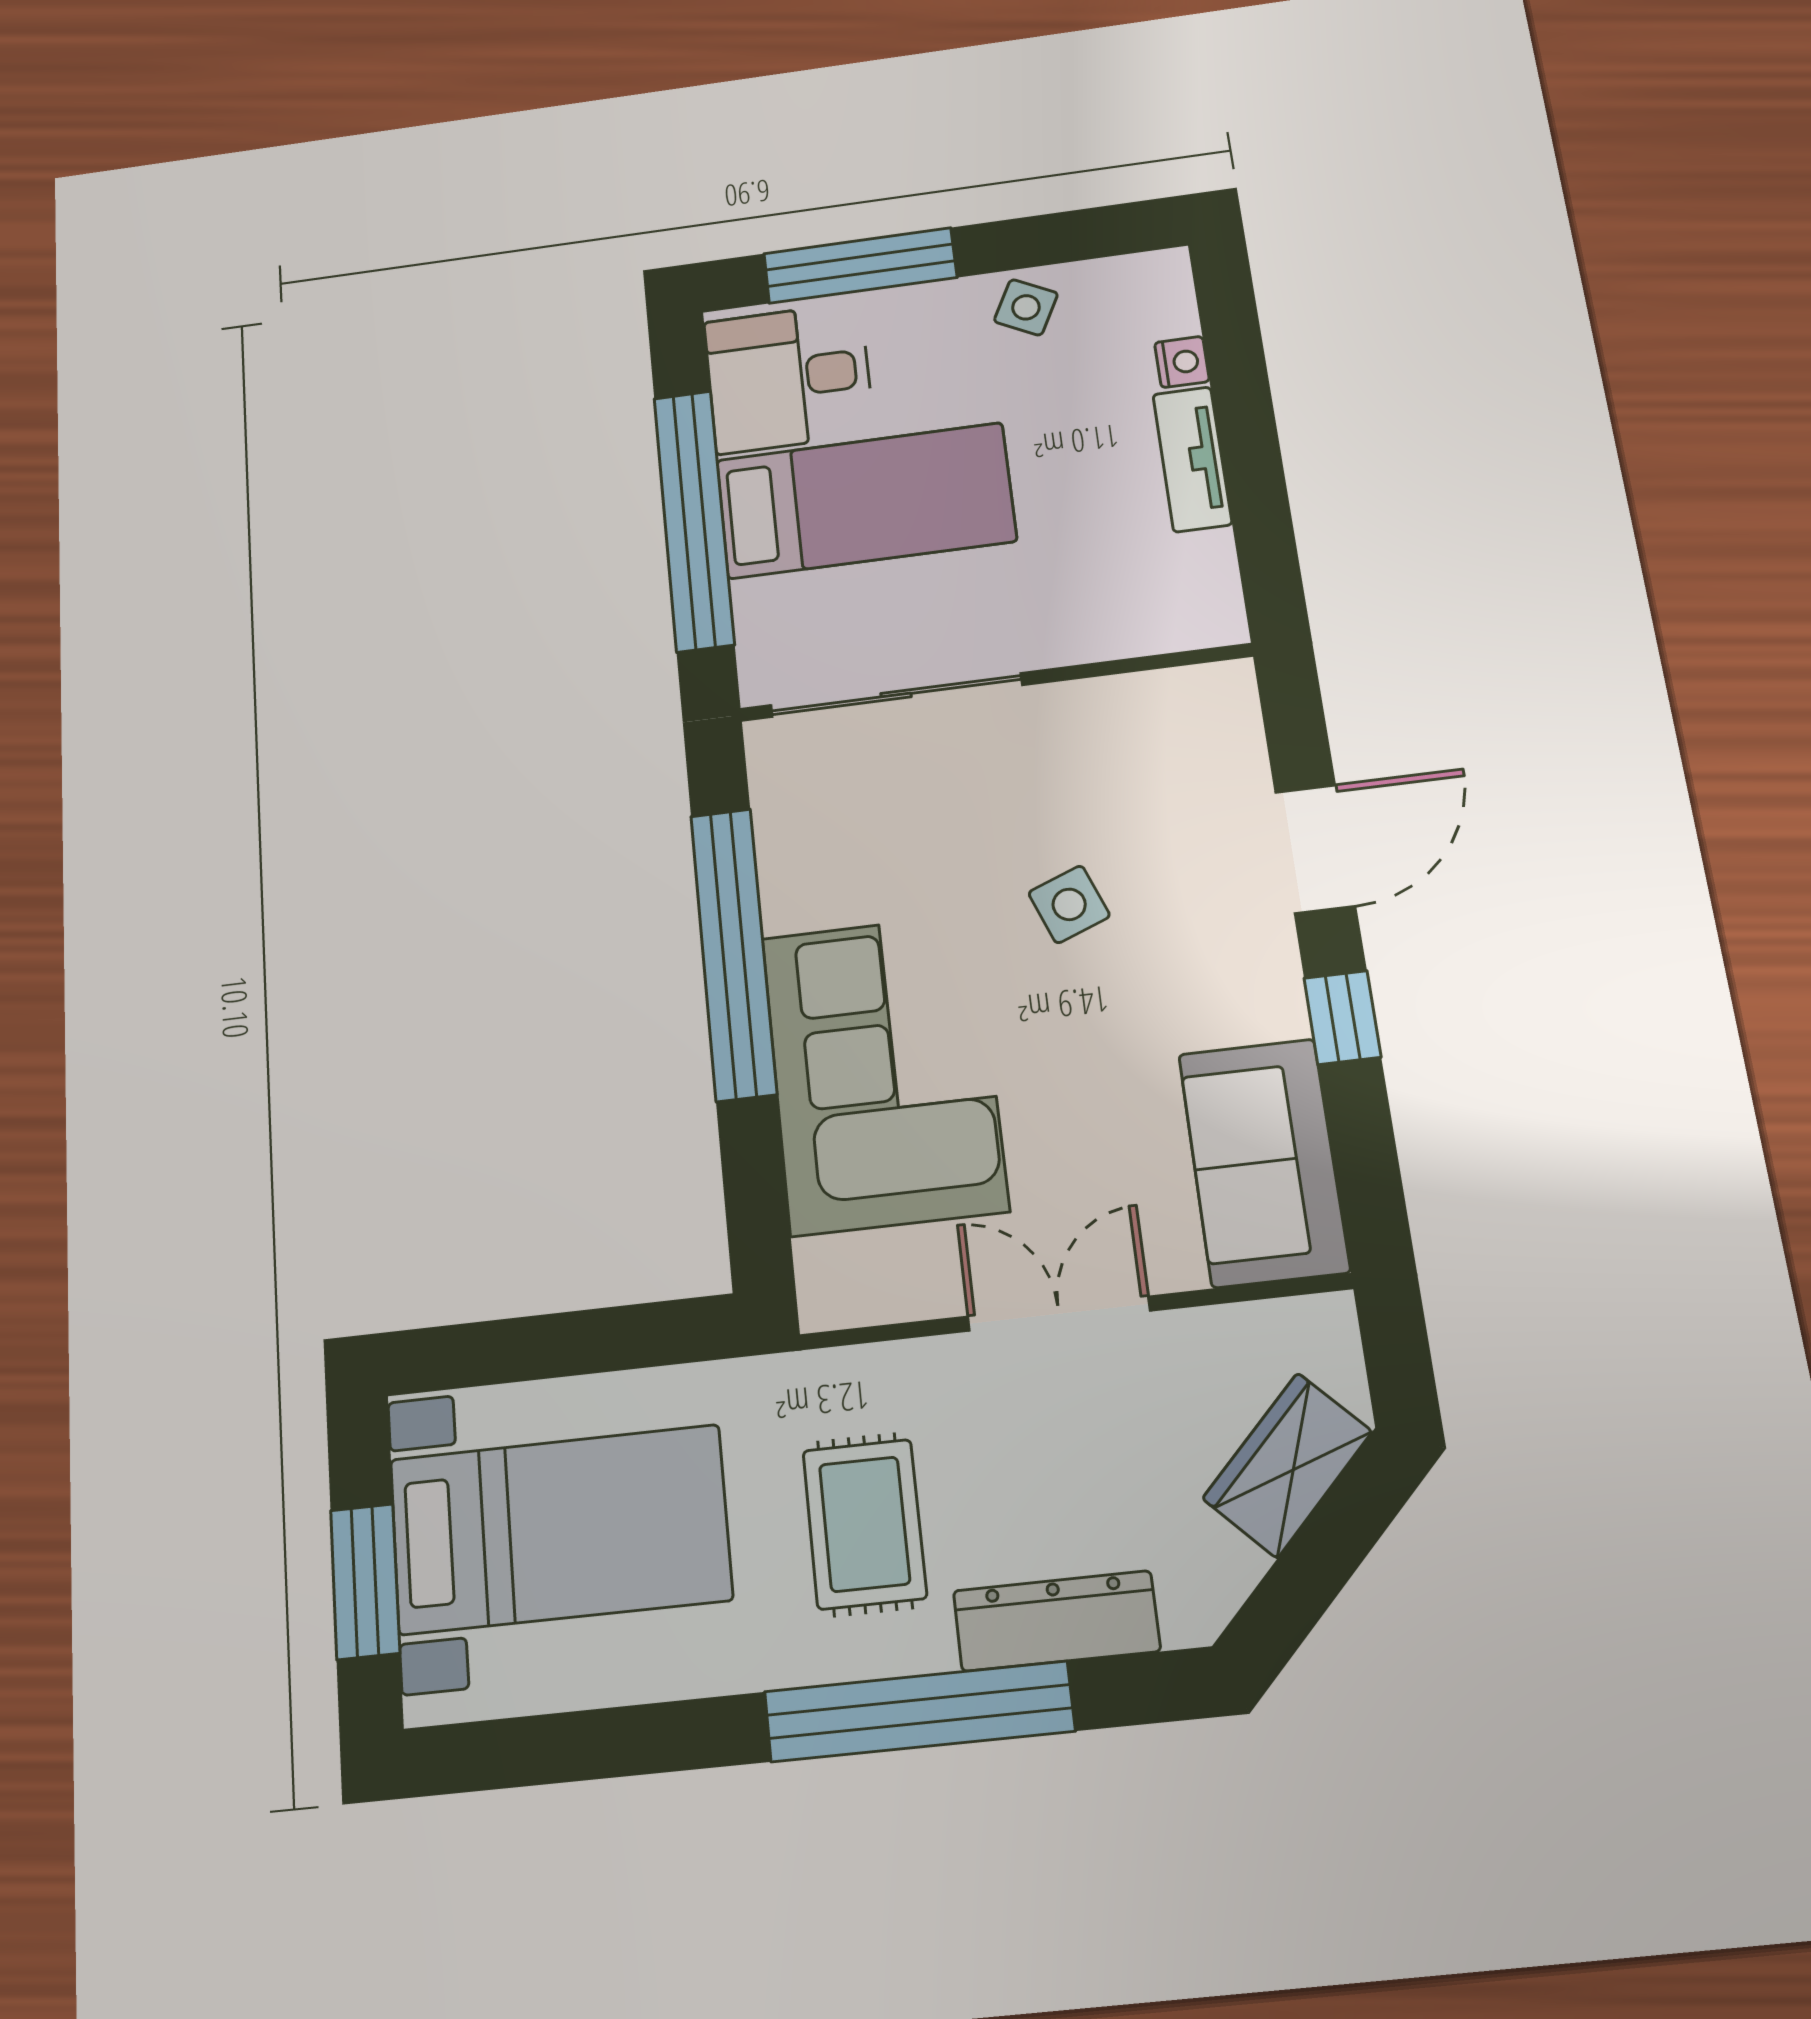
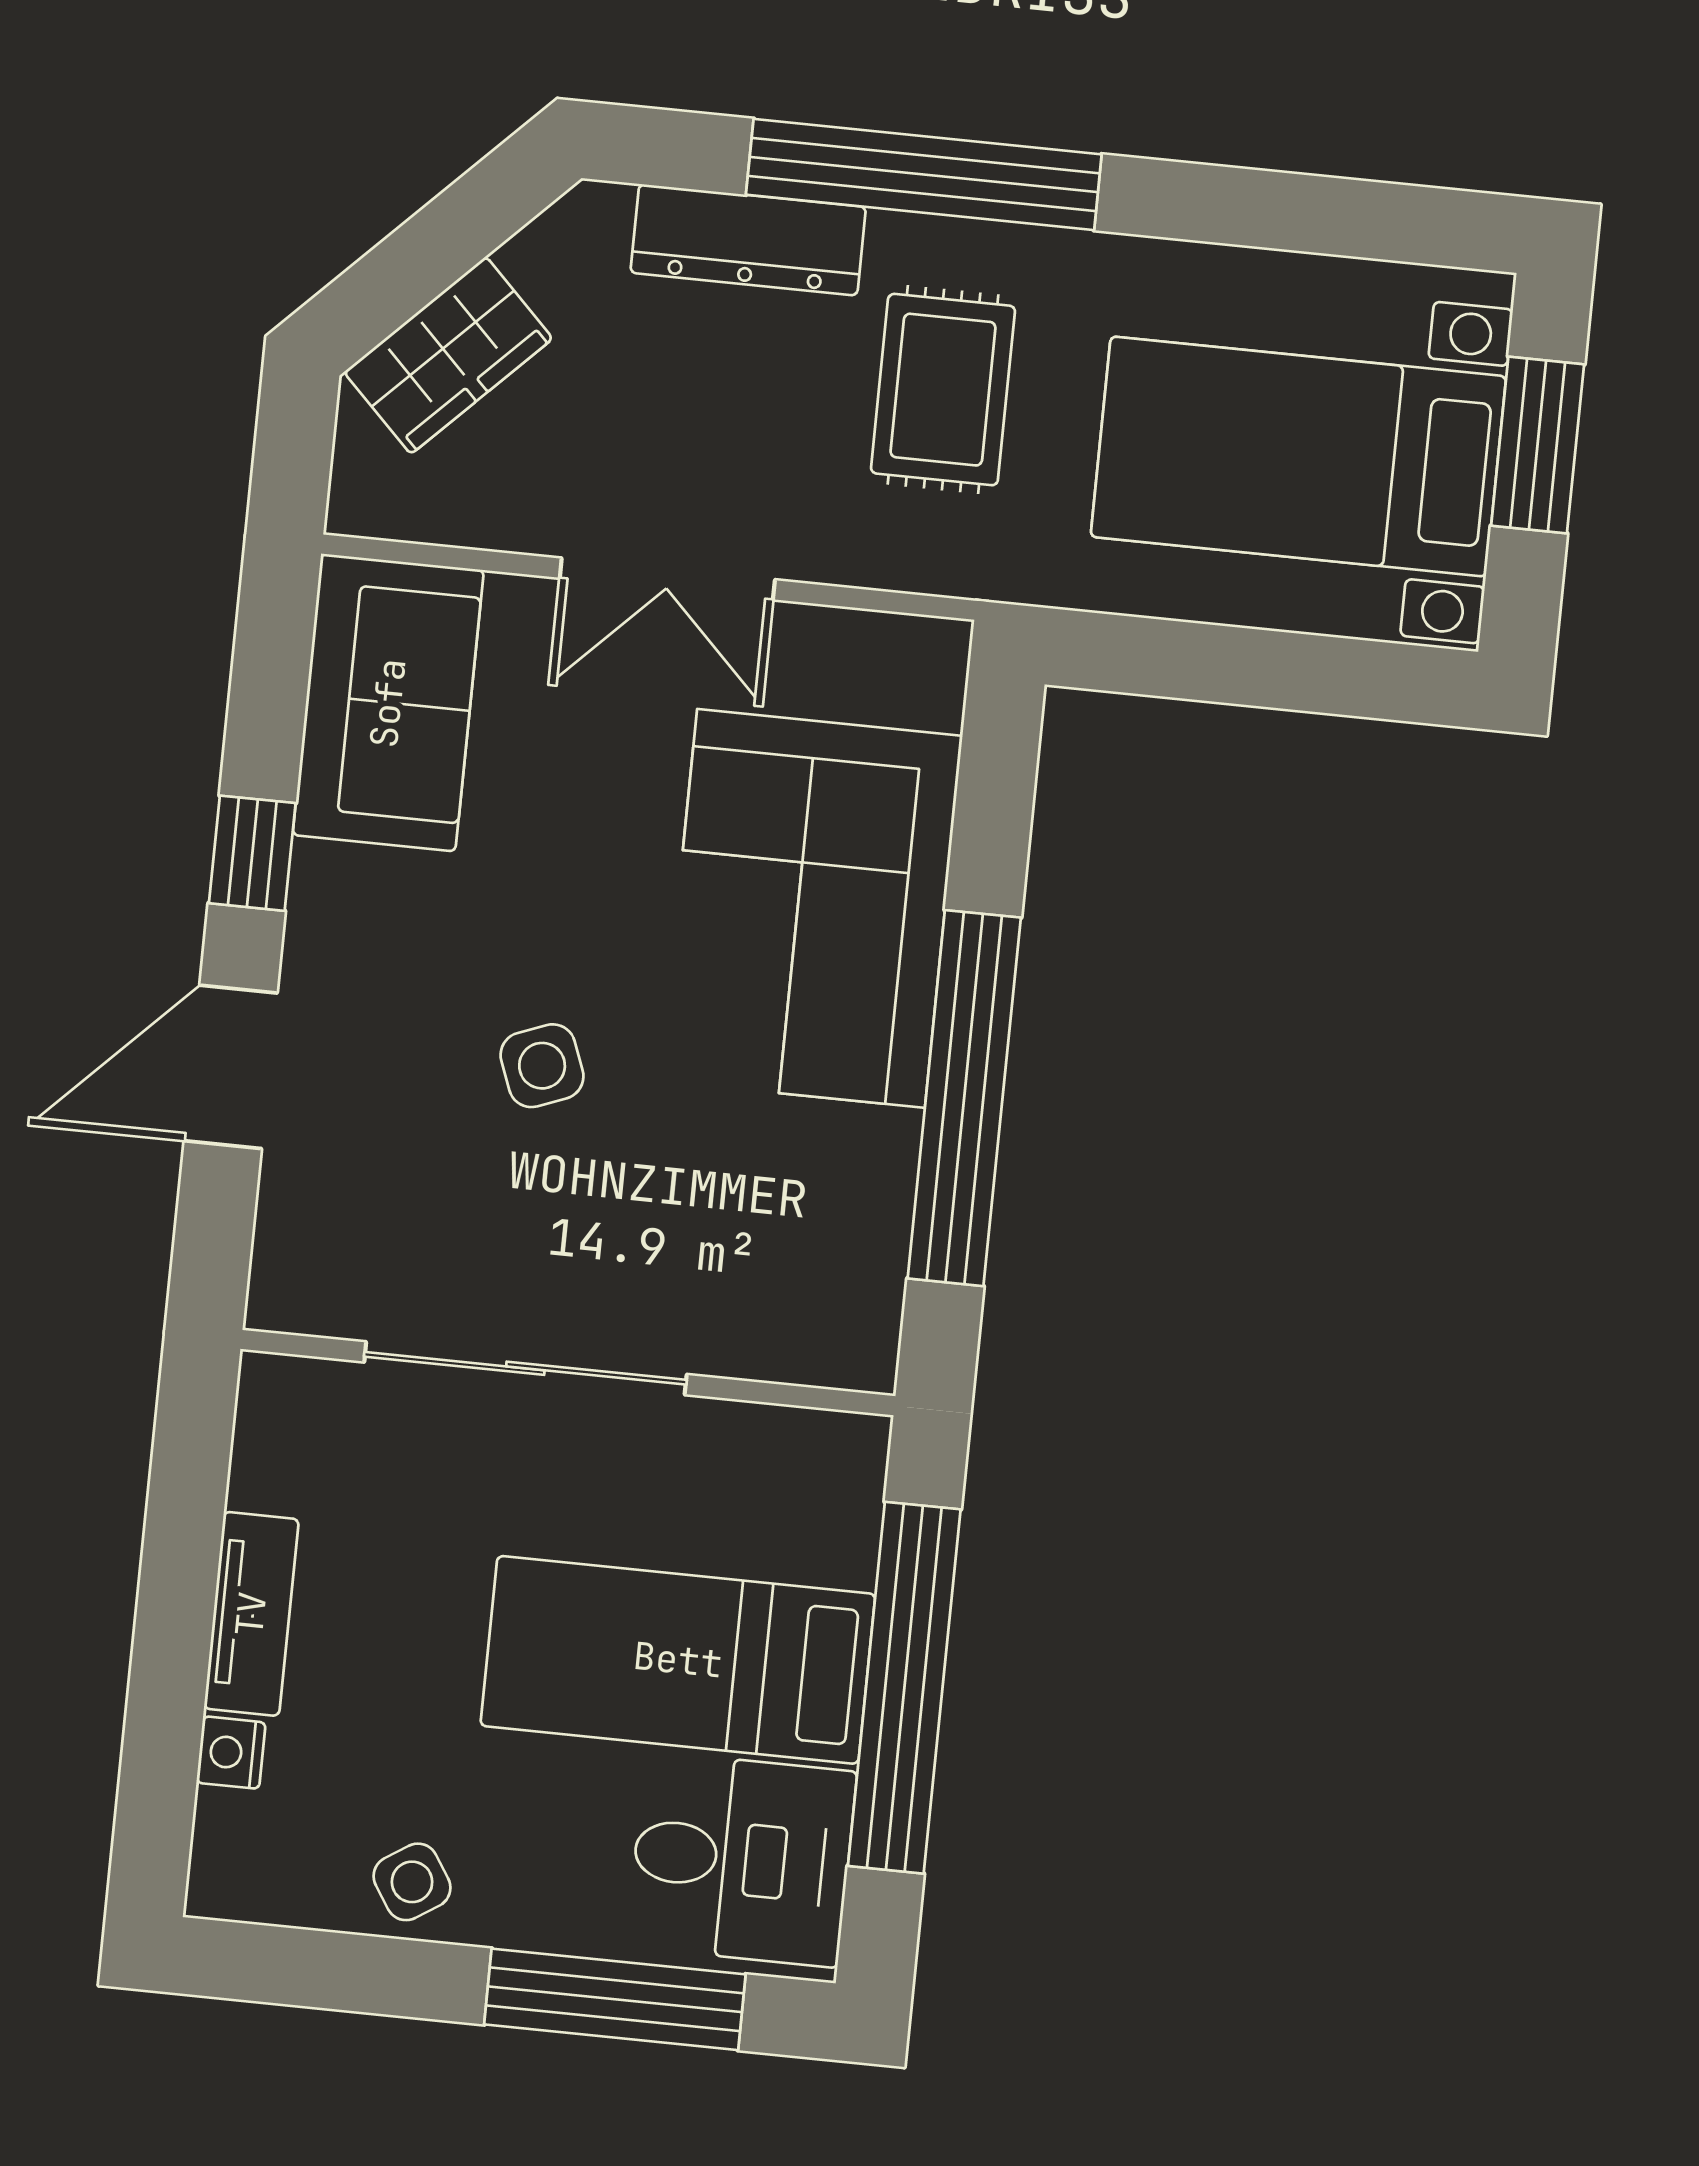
side table: (1026, 307) -> (412, 1882), turned 30
sliding door: (896, 695) -> (525, 1368), moved

